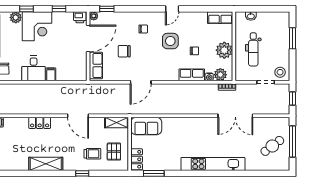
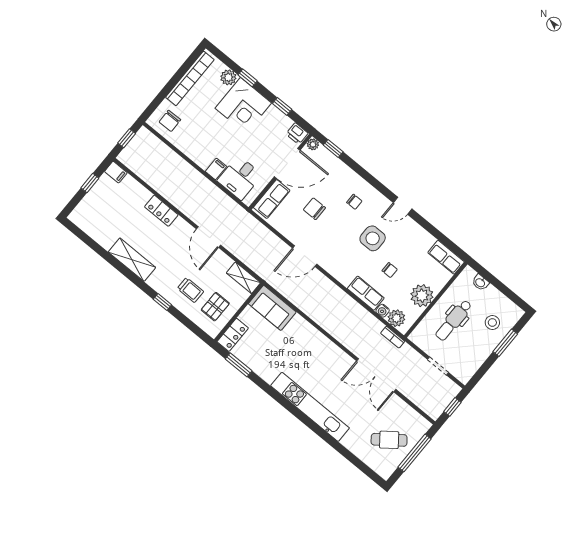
desk: (34, 68) -> (240, 178), moved
stool: (280, 72) -> (492, 323), moved

